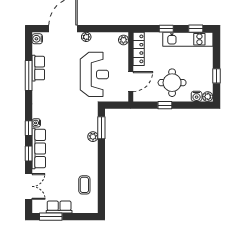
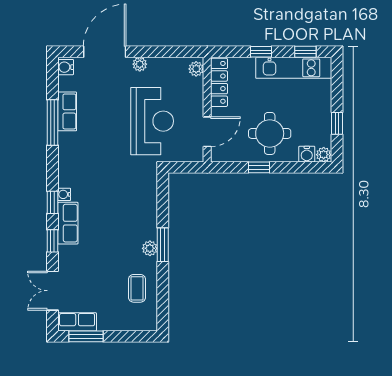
window: (101, 128) -> (163, 245), moved
plant: (93, 137) -> (150, 248), moved
row of seats: (39, 148) -> (68, 223), width x0.68
double door: (29, 186) -> (52, 291), swing flipped
row of seats: (59, 207) -> (77, 322), moved

